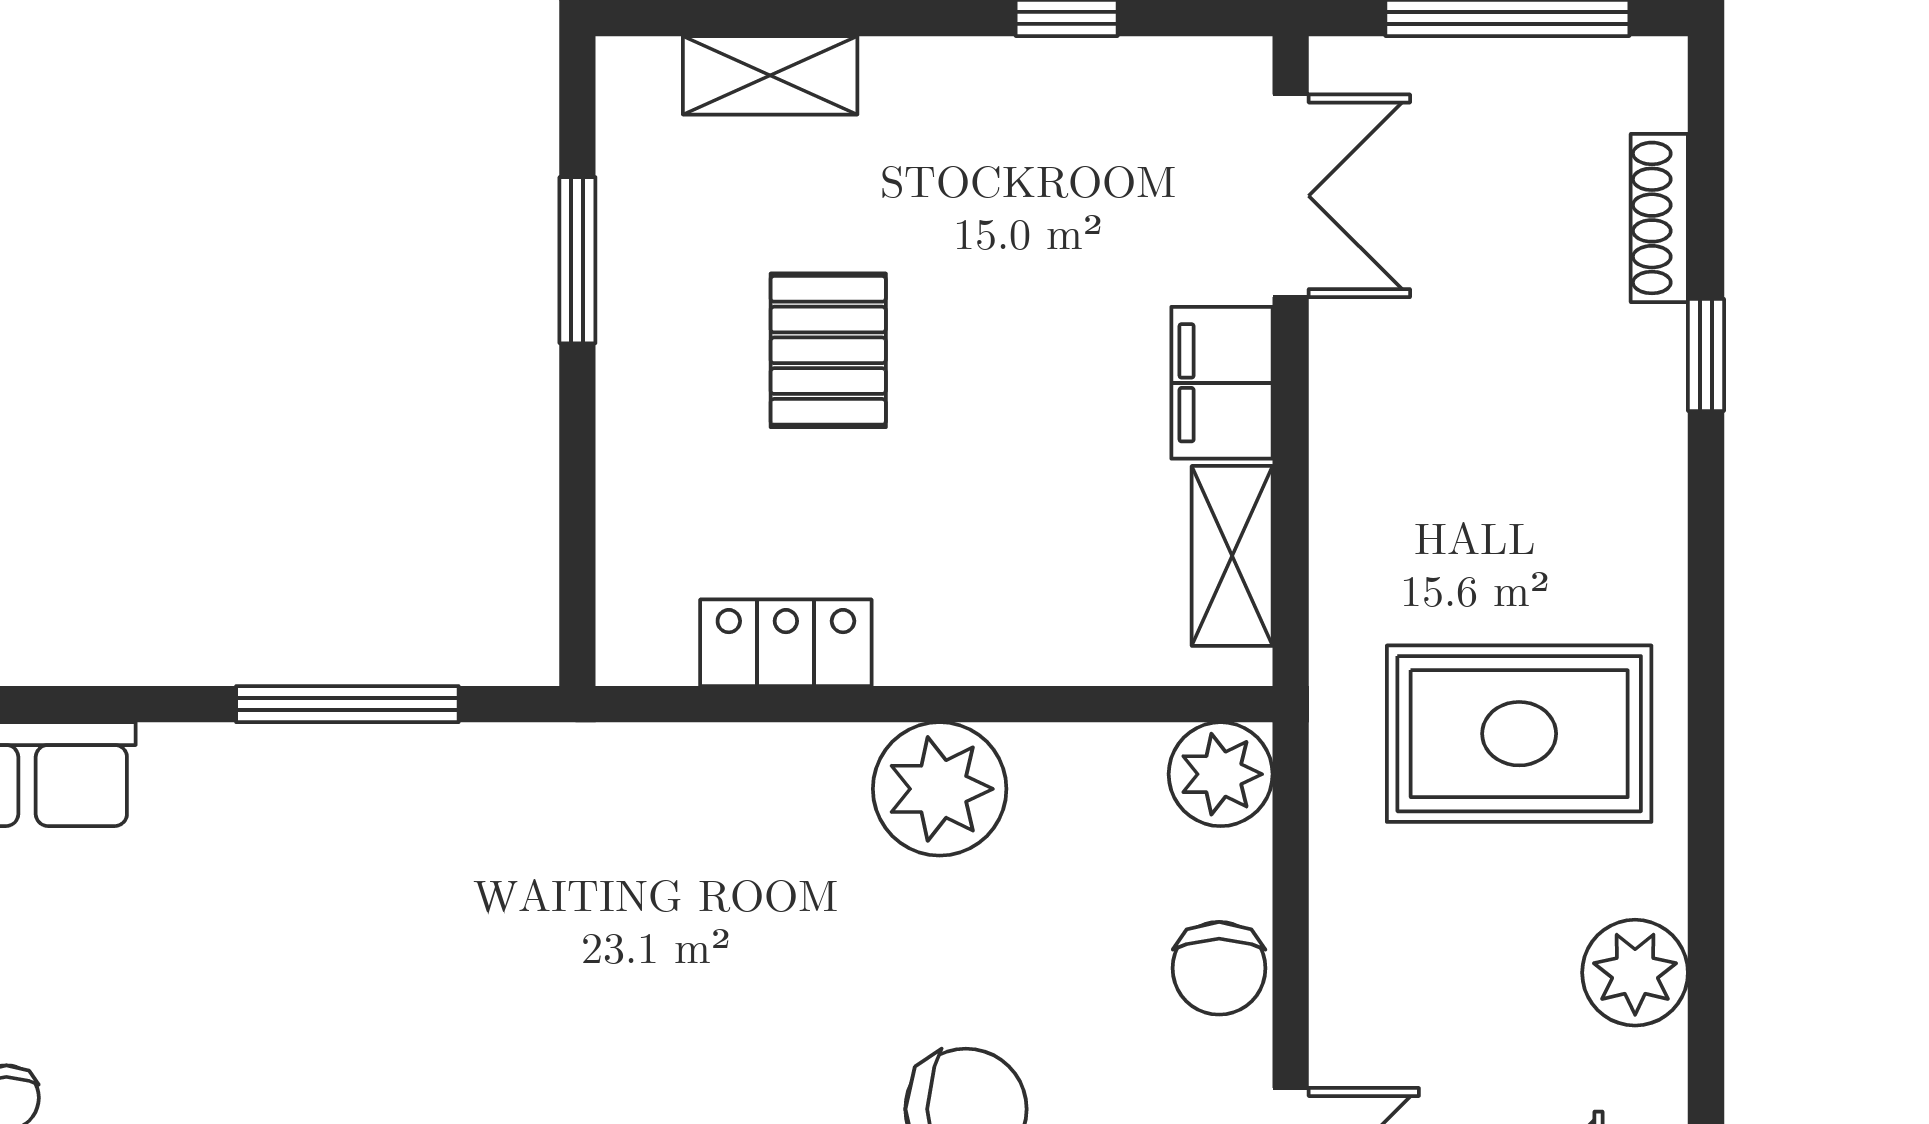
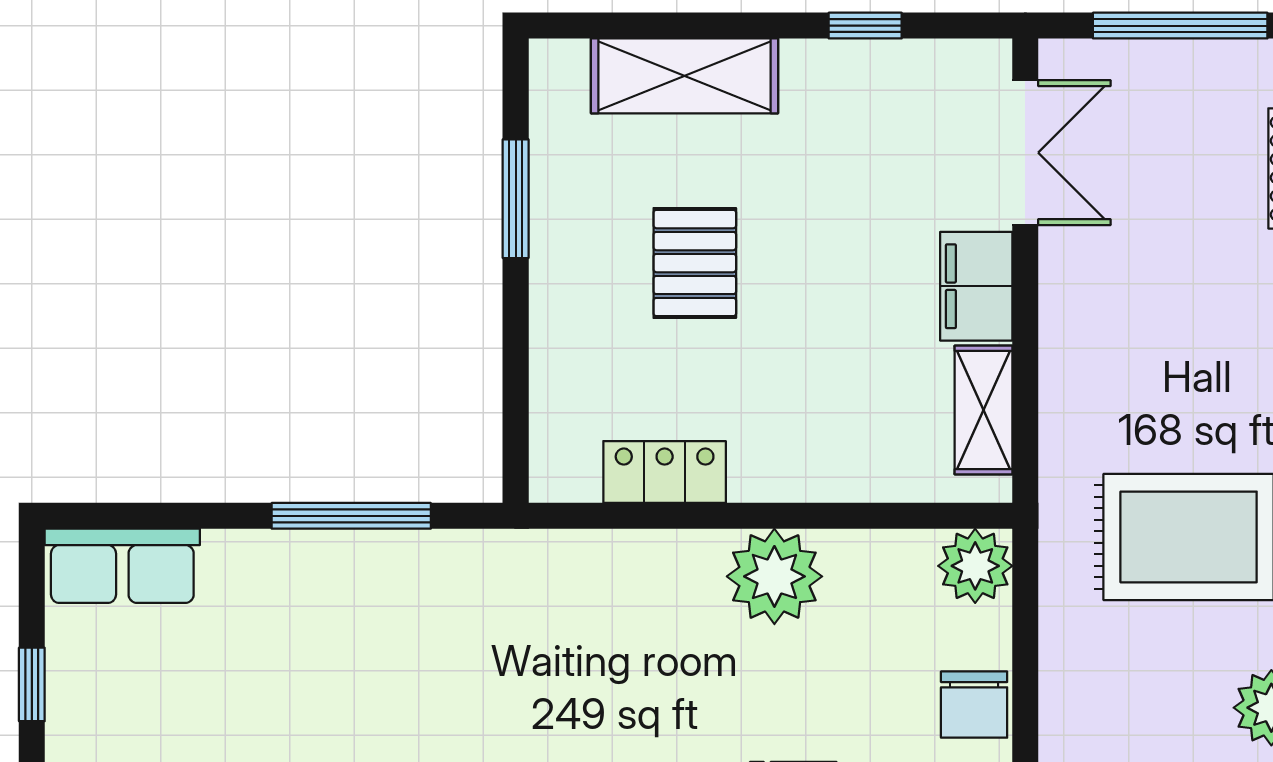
shelving: (770, 75) -> (685, 76), width x1.50, depth x1.33

